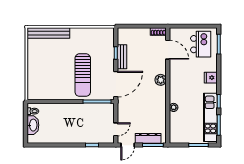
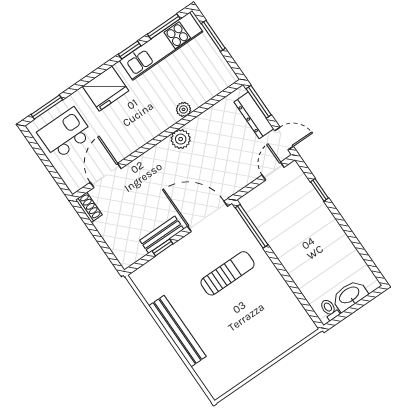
bench: (48, 33) -> (177, 331), moved
sun lounger: (83, 75) -> (227, 273), width x0.73, depth x0.75
fridge: (211, 78) -> (106, 89), width x1.88, depth x1.34
plant: (161, 80) -> (181, 139), moved
door: (116, 129) -> (273, 171), hinge flipped

